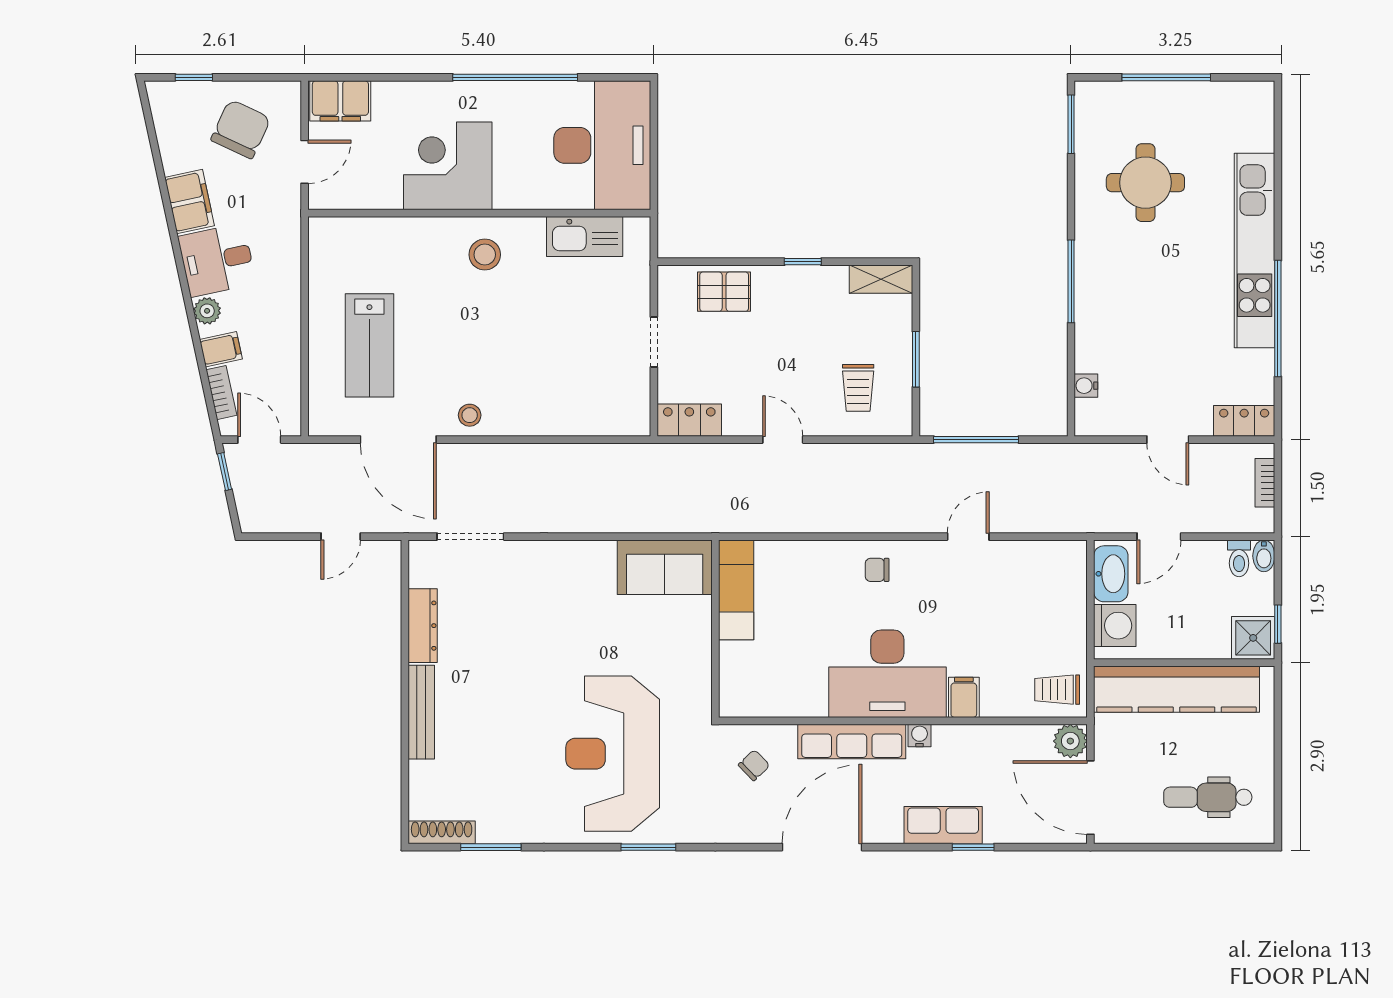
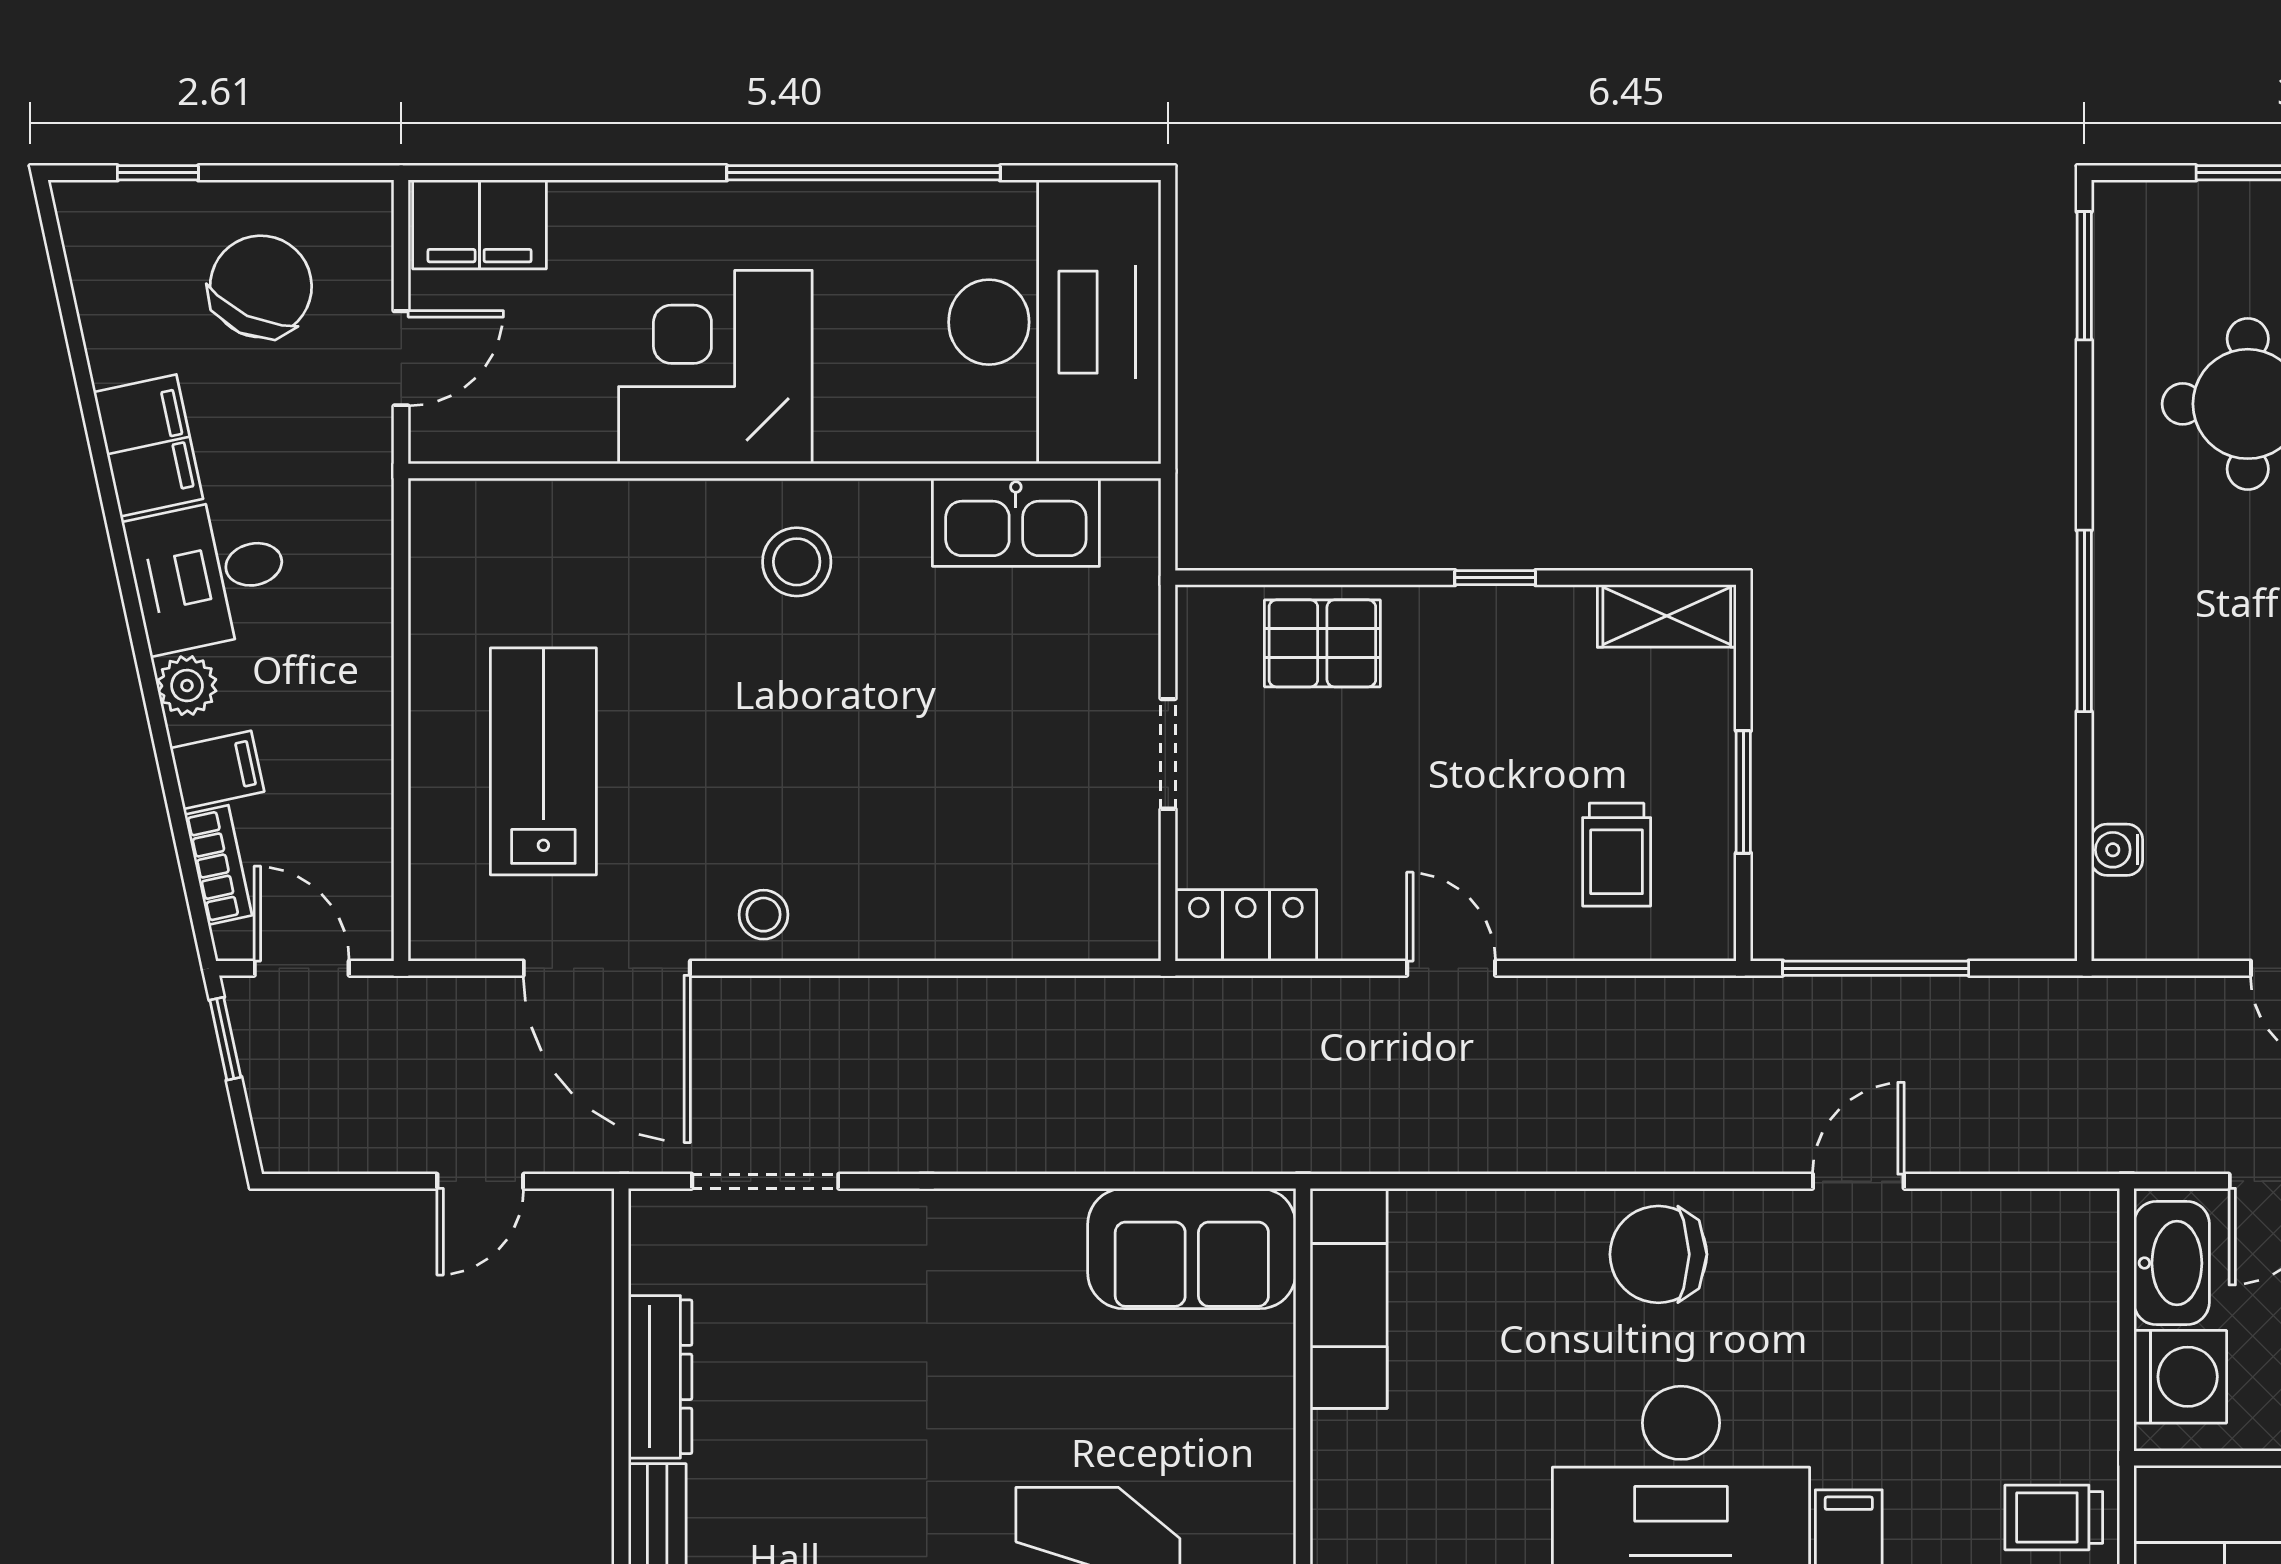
lab bench: (369, 345) -> (543, 761), turned 180
chair: (877, 570) -> (1658, 1254), width x1.87, depth x1.87

